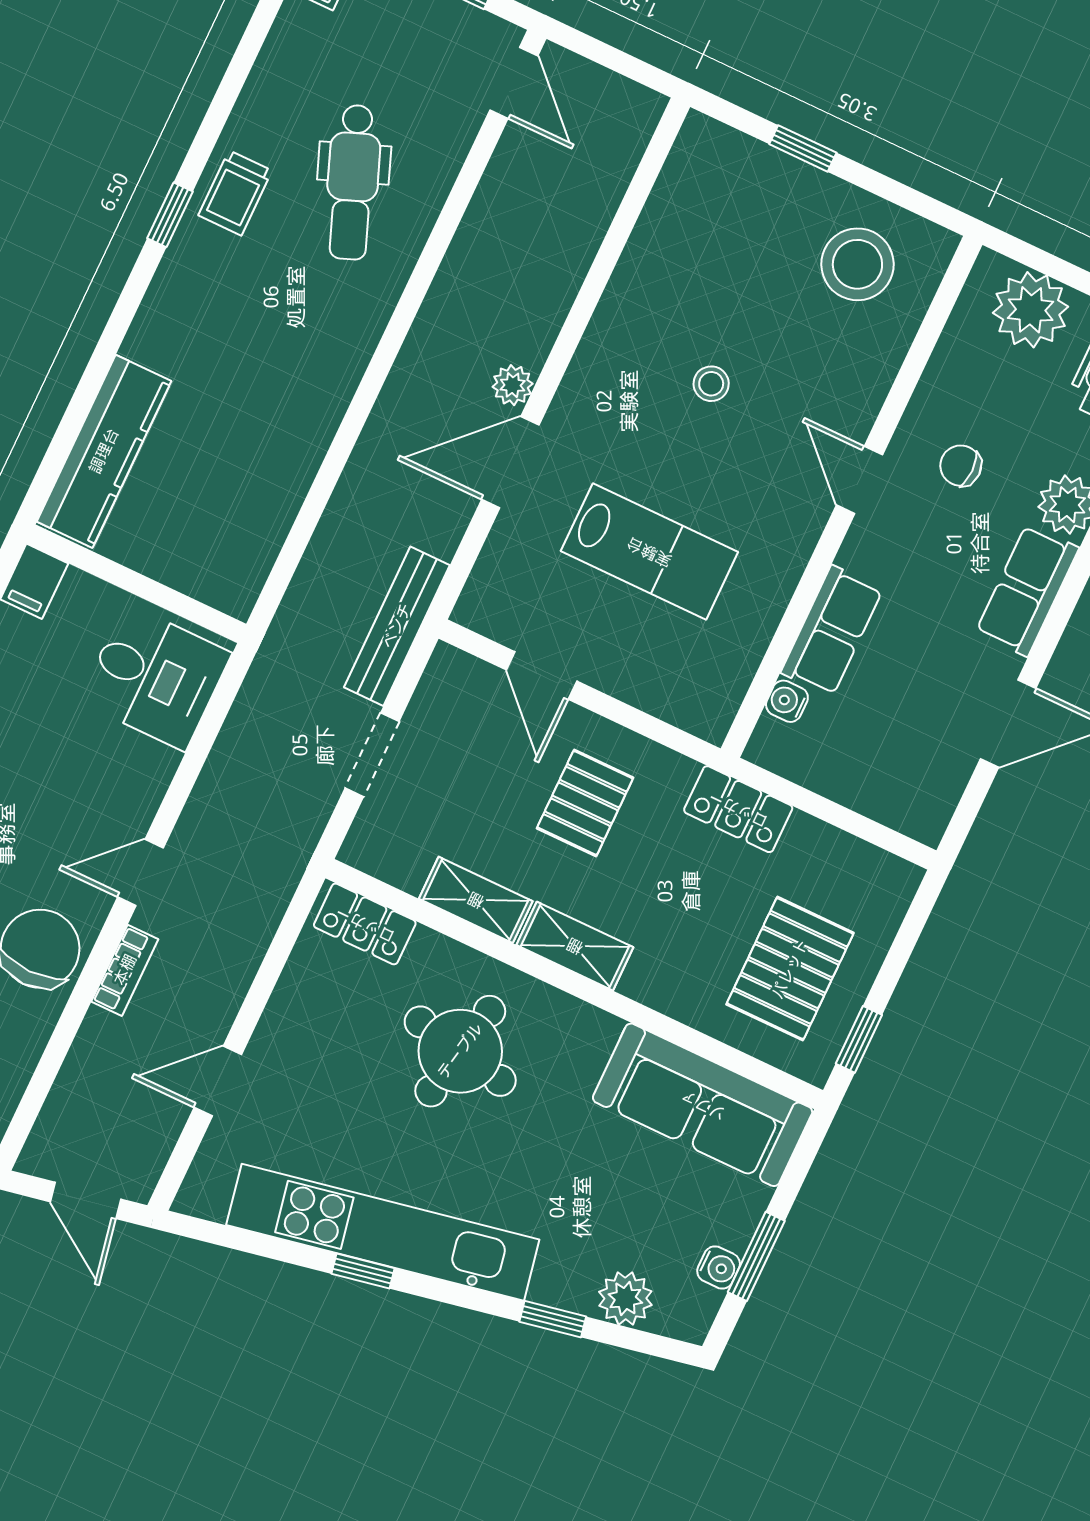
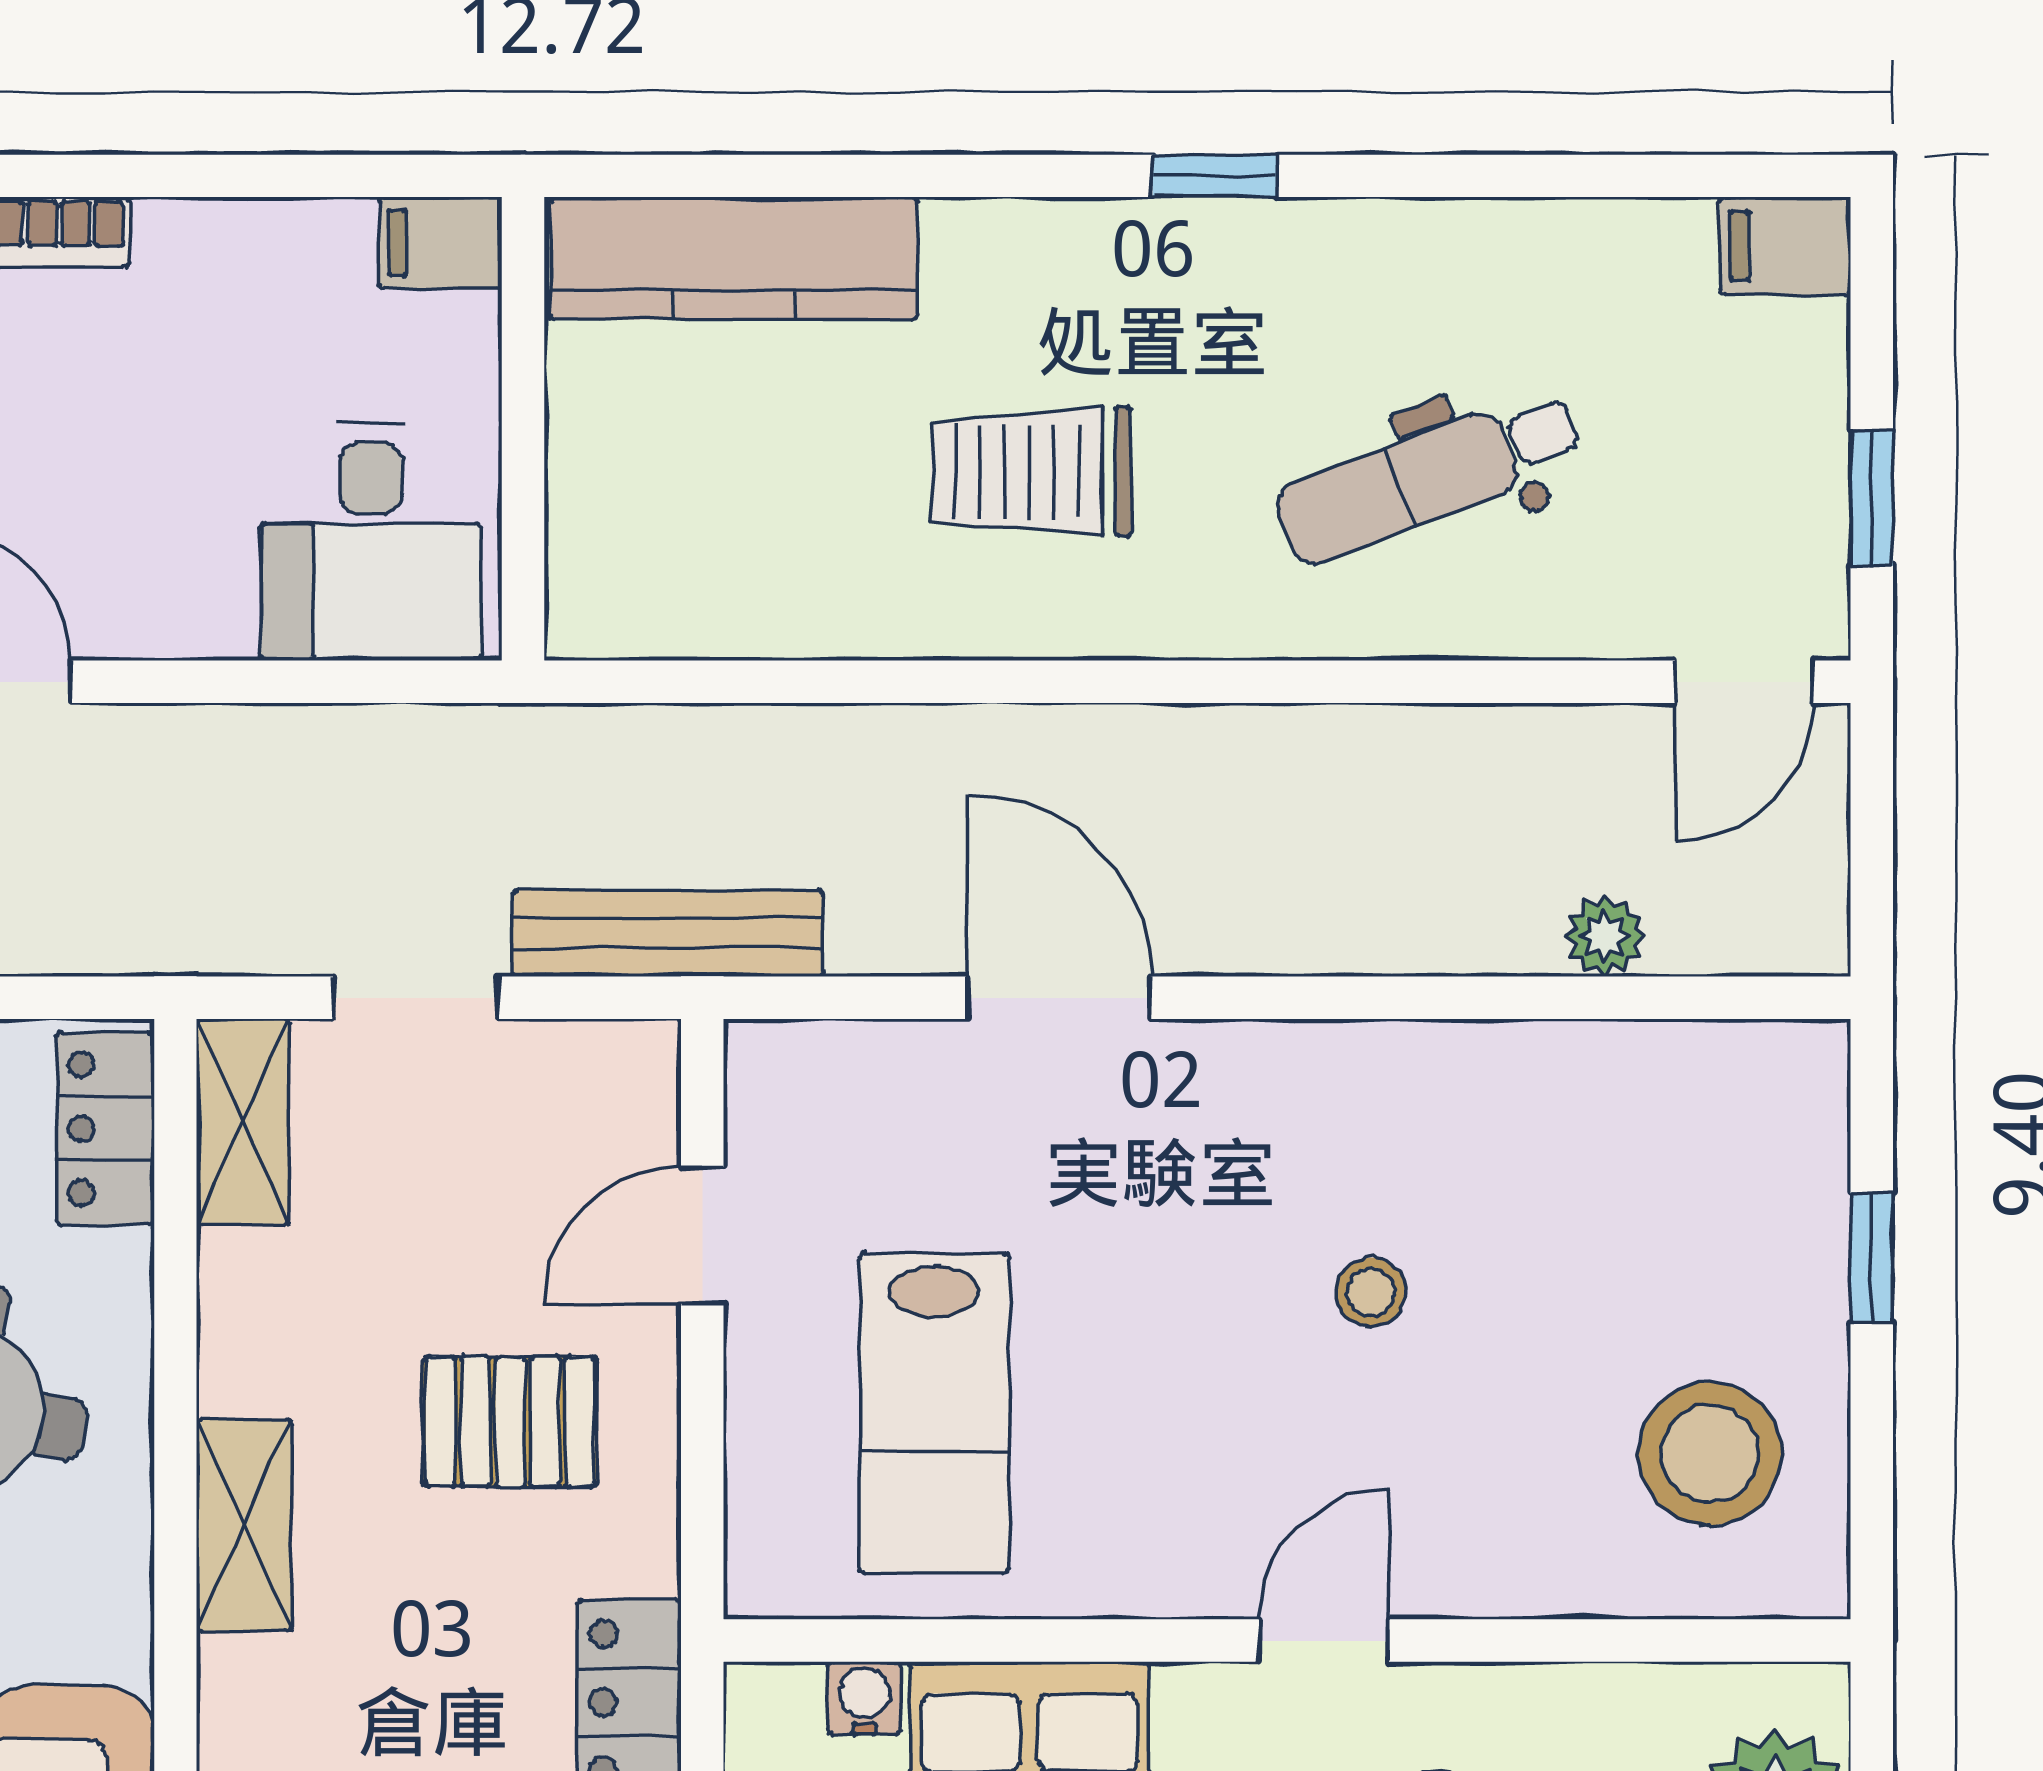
trolley: (235, 193) -> (1031, 471), moved, width x1.36, depth x1.39
plant: (513, 385) -> (1605, 936), moved
lab bench: (649, 552) -> (934, 1413), moved
shelving: (476, 900) -> (243, 1122), moved

